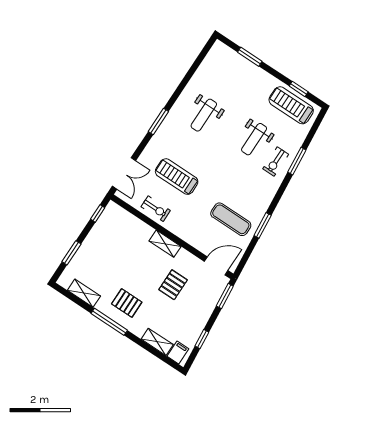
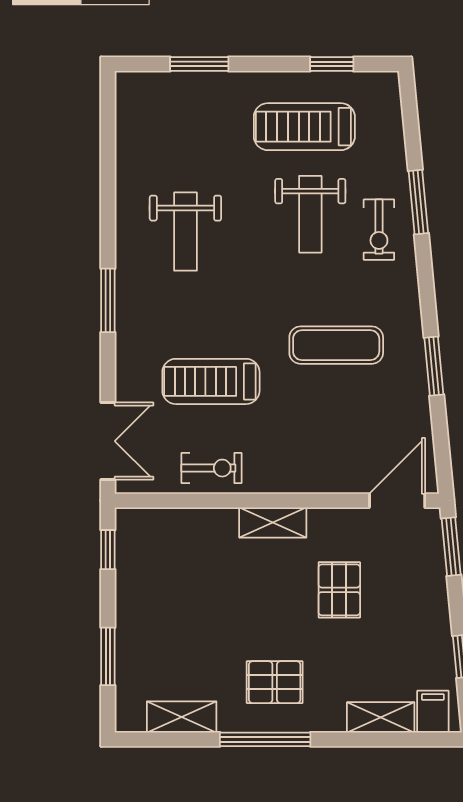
treadmill: (291, 105) -> (304, 127), moved
exercise mat: (231, 219) -> (336, 345), moved

